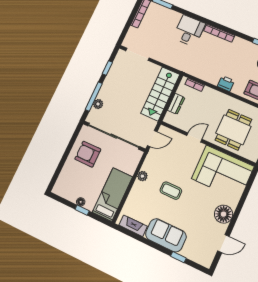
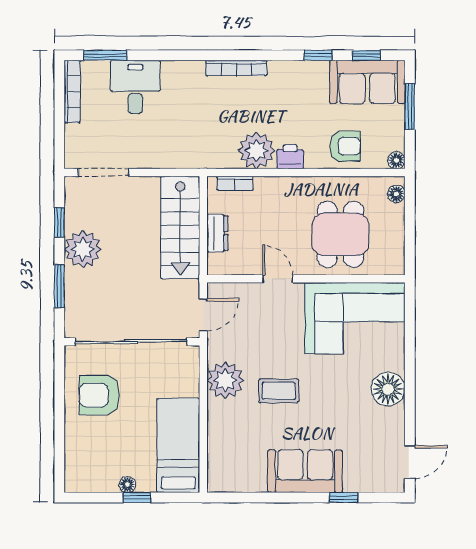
desk: (189, 31) -> (135, 87), moved
plant: (211, 74) -> (256, 151), added
window: (94, 96) -> (59, 286), width x0.69
plant: (98, 104) -> (83, 249), moved, width x1.87, depth x1.87
door: (194, 137) -> (278, 279), hinge flipped
plant: (142, 176) -> (225, 380), width x1.87, depth x1.87
fireplace: (133, 226) -> (241, 482), removed
door: (223, 244) -> (410, 462), moved

